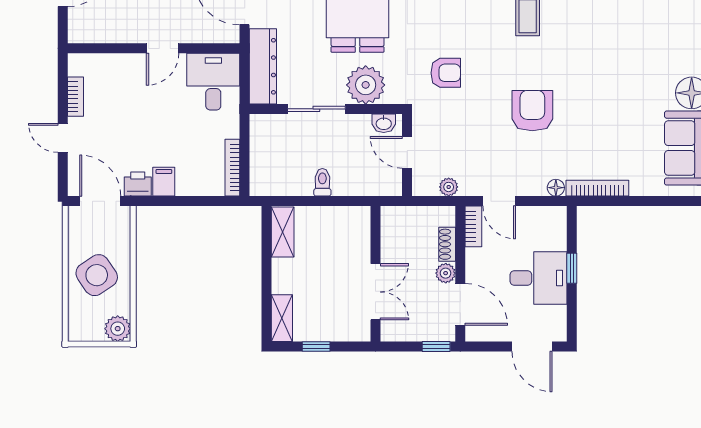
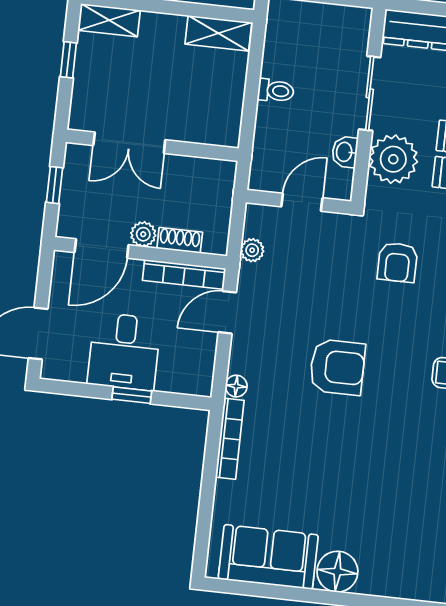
washbasin: (384, 123) -> (345, 152), moved
bookcase: (473, 226) -> (184, 274), width x1.56
window: (436, 346) -> (55, 185), moved

